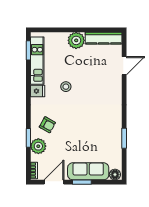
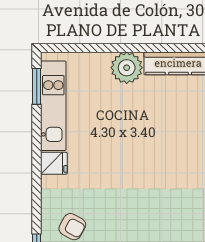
stool: (66, 87) -> (107, 155), removed

